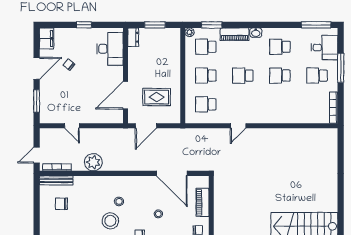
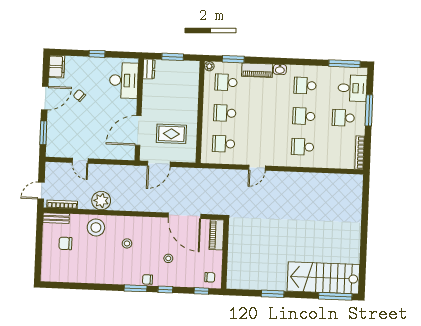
school desk: (243, 76) -> (303, 147), moved
bench: (56, 180) -> (56, 218), width x0.73
piano: (203, 202) -> (216, 235), moved
stool: (110, 221) -> (96, 227), moved

